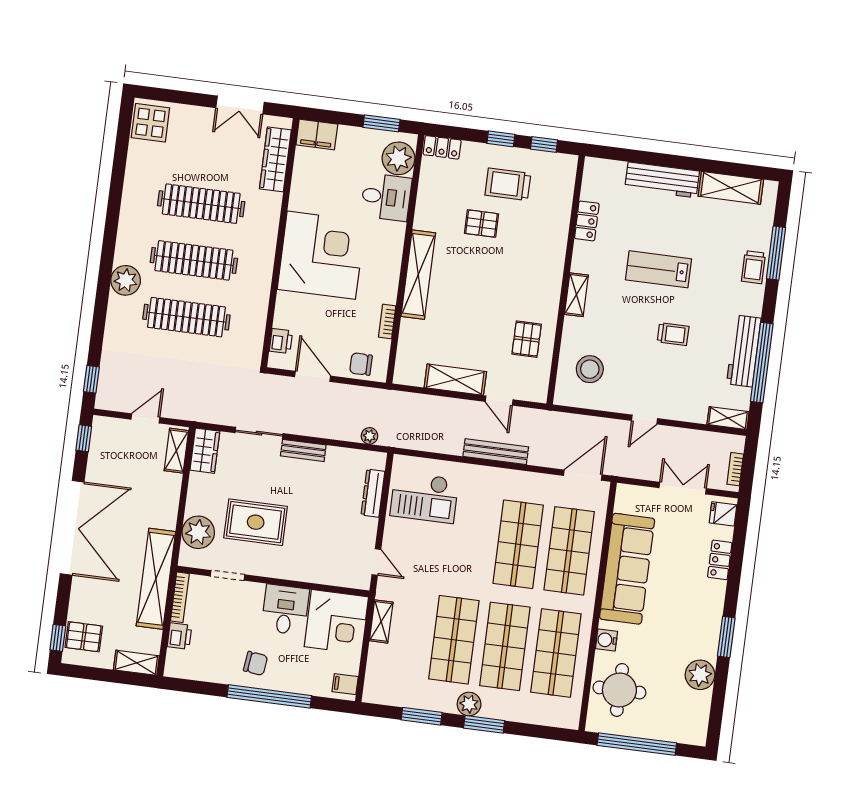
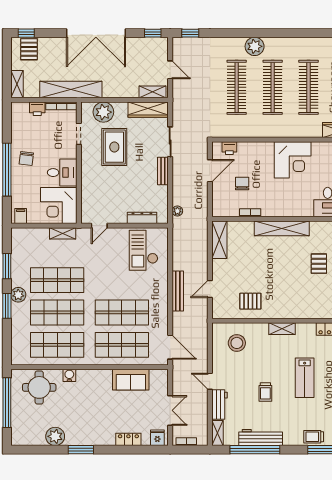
corner desk: (321, 255) -> (293, 160), width x0.74, depth x0.74
lab bench: (659, 269) -> (305, 378), turned 180
chair: (361, 364) -> (242, 183), moved
shelving: (455, 380) -> (219, 240), moved
workbench: (683, 409) -> (219, 405), added
wardrobe: (205, 451) -> (148, 110), width x1.50
sofa: (627, 569) -> (131, 380), width x0.54, depth x0.79

